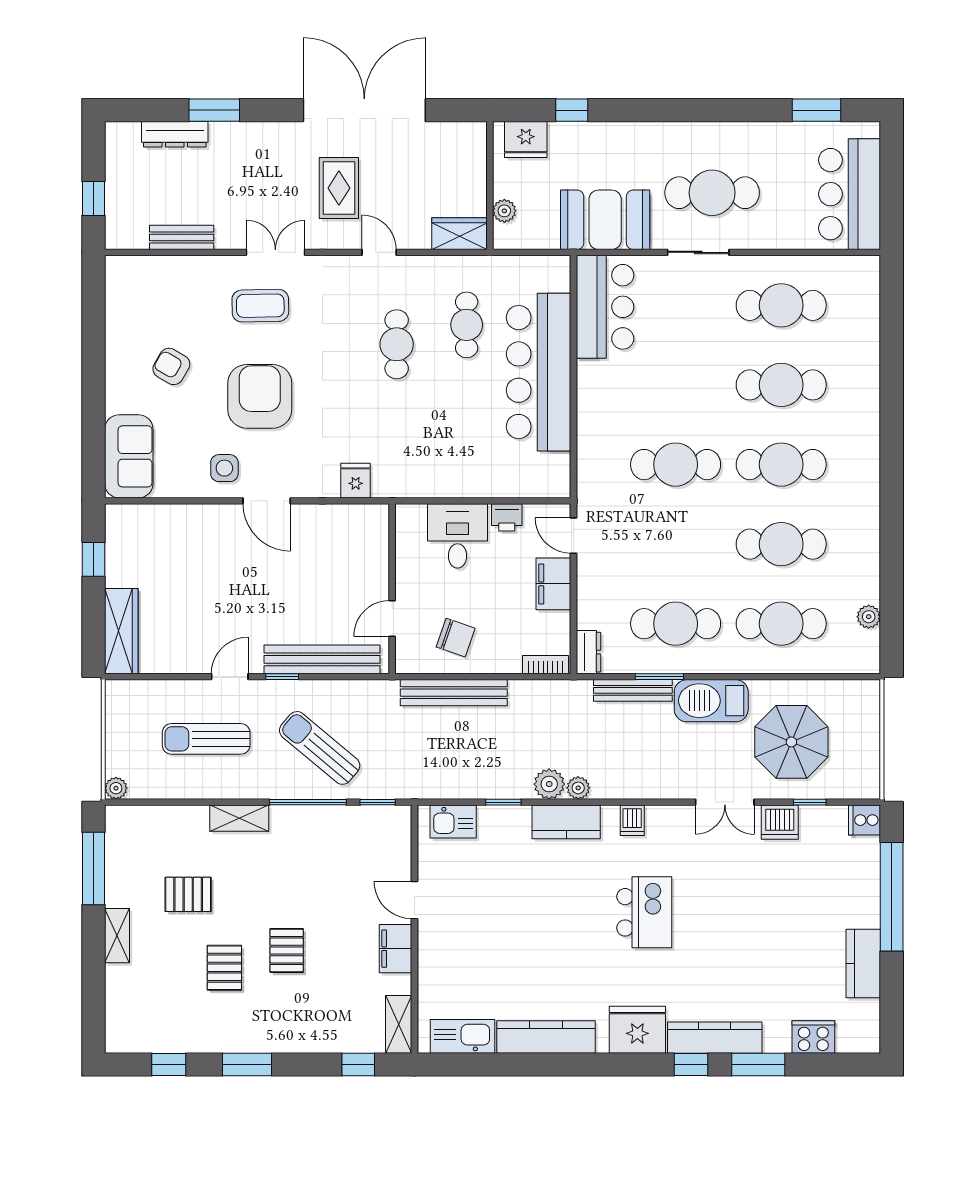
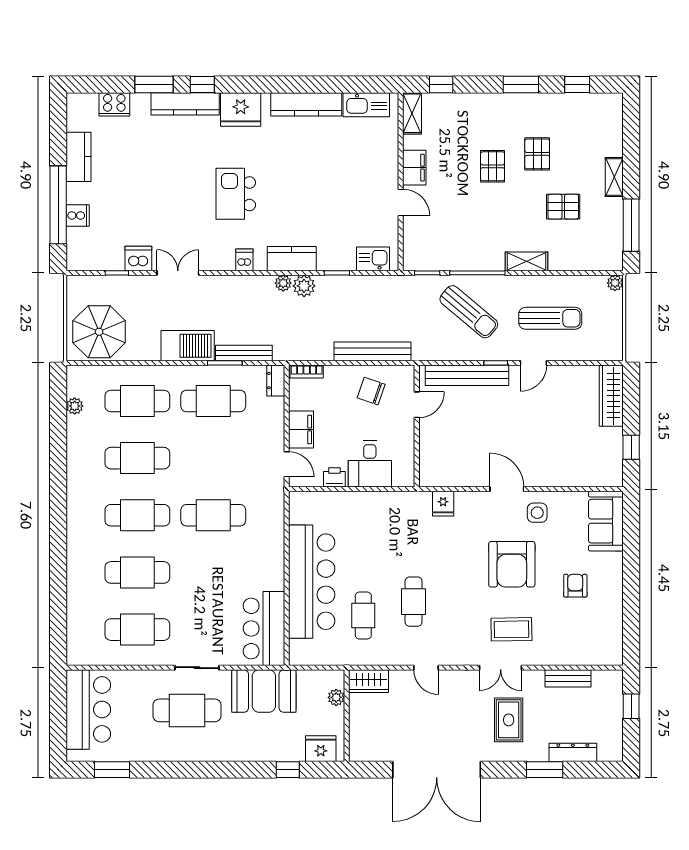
rug: (339, 188) -> (509, 720), moved
armchair: (171, 366) -> (575, 586), turned -120
parasol: (791, 742) -> (99, 332), moved
cooker: (864, 820) -> (78, 215), moved

